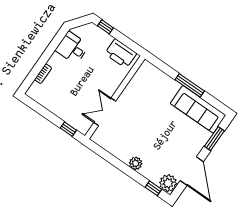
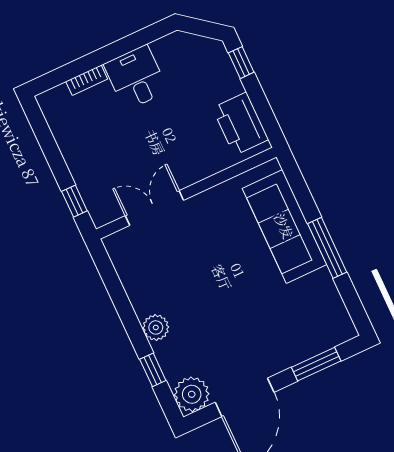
desk: (72, 48) -> (136, 78), moved
sofa: (198, 109) -> (284, 226), moved
window: (153, 188) -> (153, 370), moved

